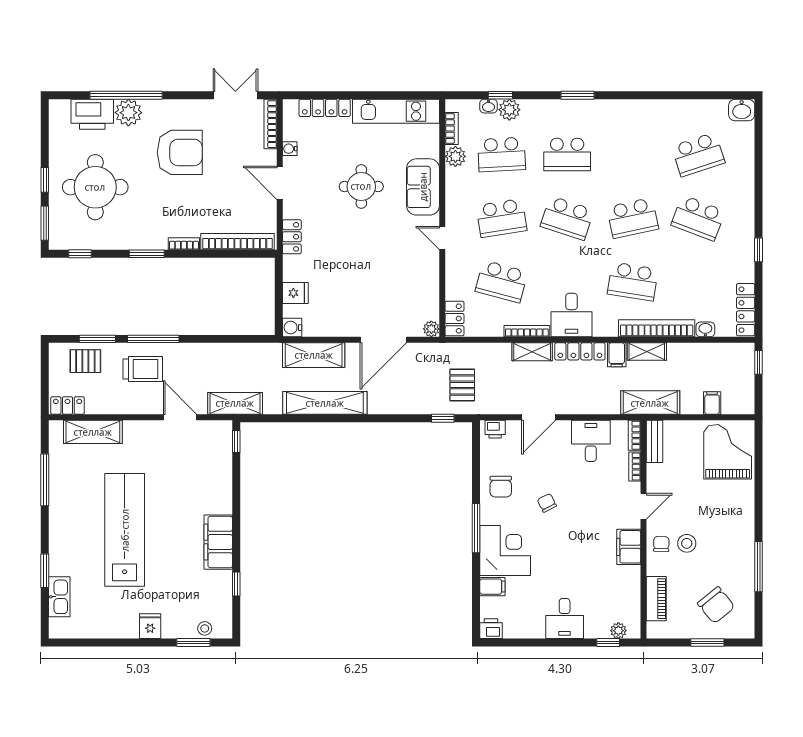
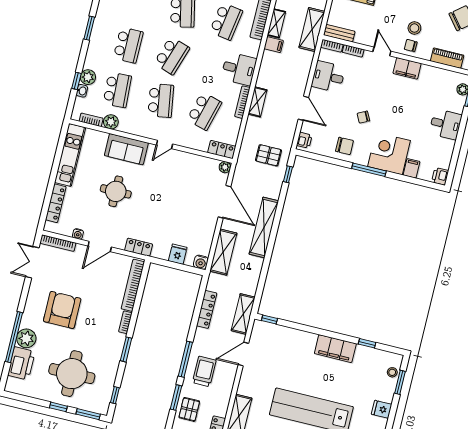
locker: (580, 351) -> (207, 309), moved
shelving: (325, 403) -> (264, 228), moved

